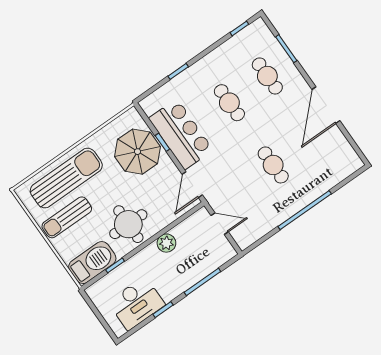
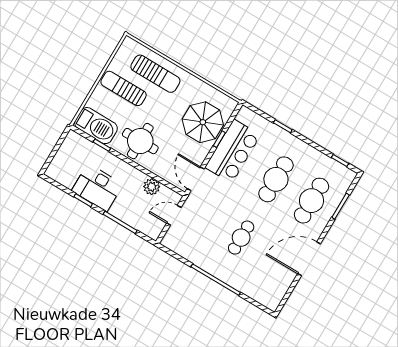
cafe table: (267, 76) -> (311, 201), width x1.37, depth x1.35
cafe table: (229, 103) -> (276, 179), width x1.37, depth x1.35
sun lounger: (66, 178) -> (155, 74), width x0.73, depth x0.75
door: (192, 185) -> (196, 179), hinge flipped
door: (220, 224) -> (174, 215), swing flipped
plant: (166, 243) -> (152, 187), moved
desk: (137, 303) -> (97, 188), moved

